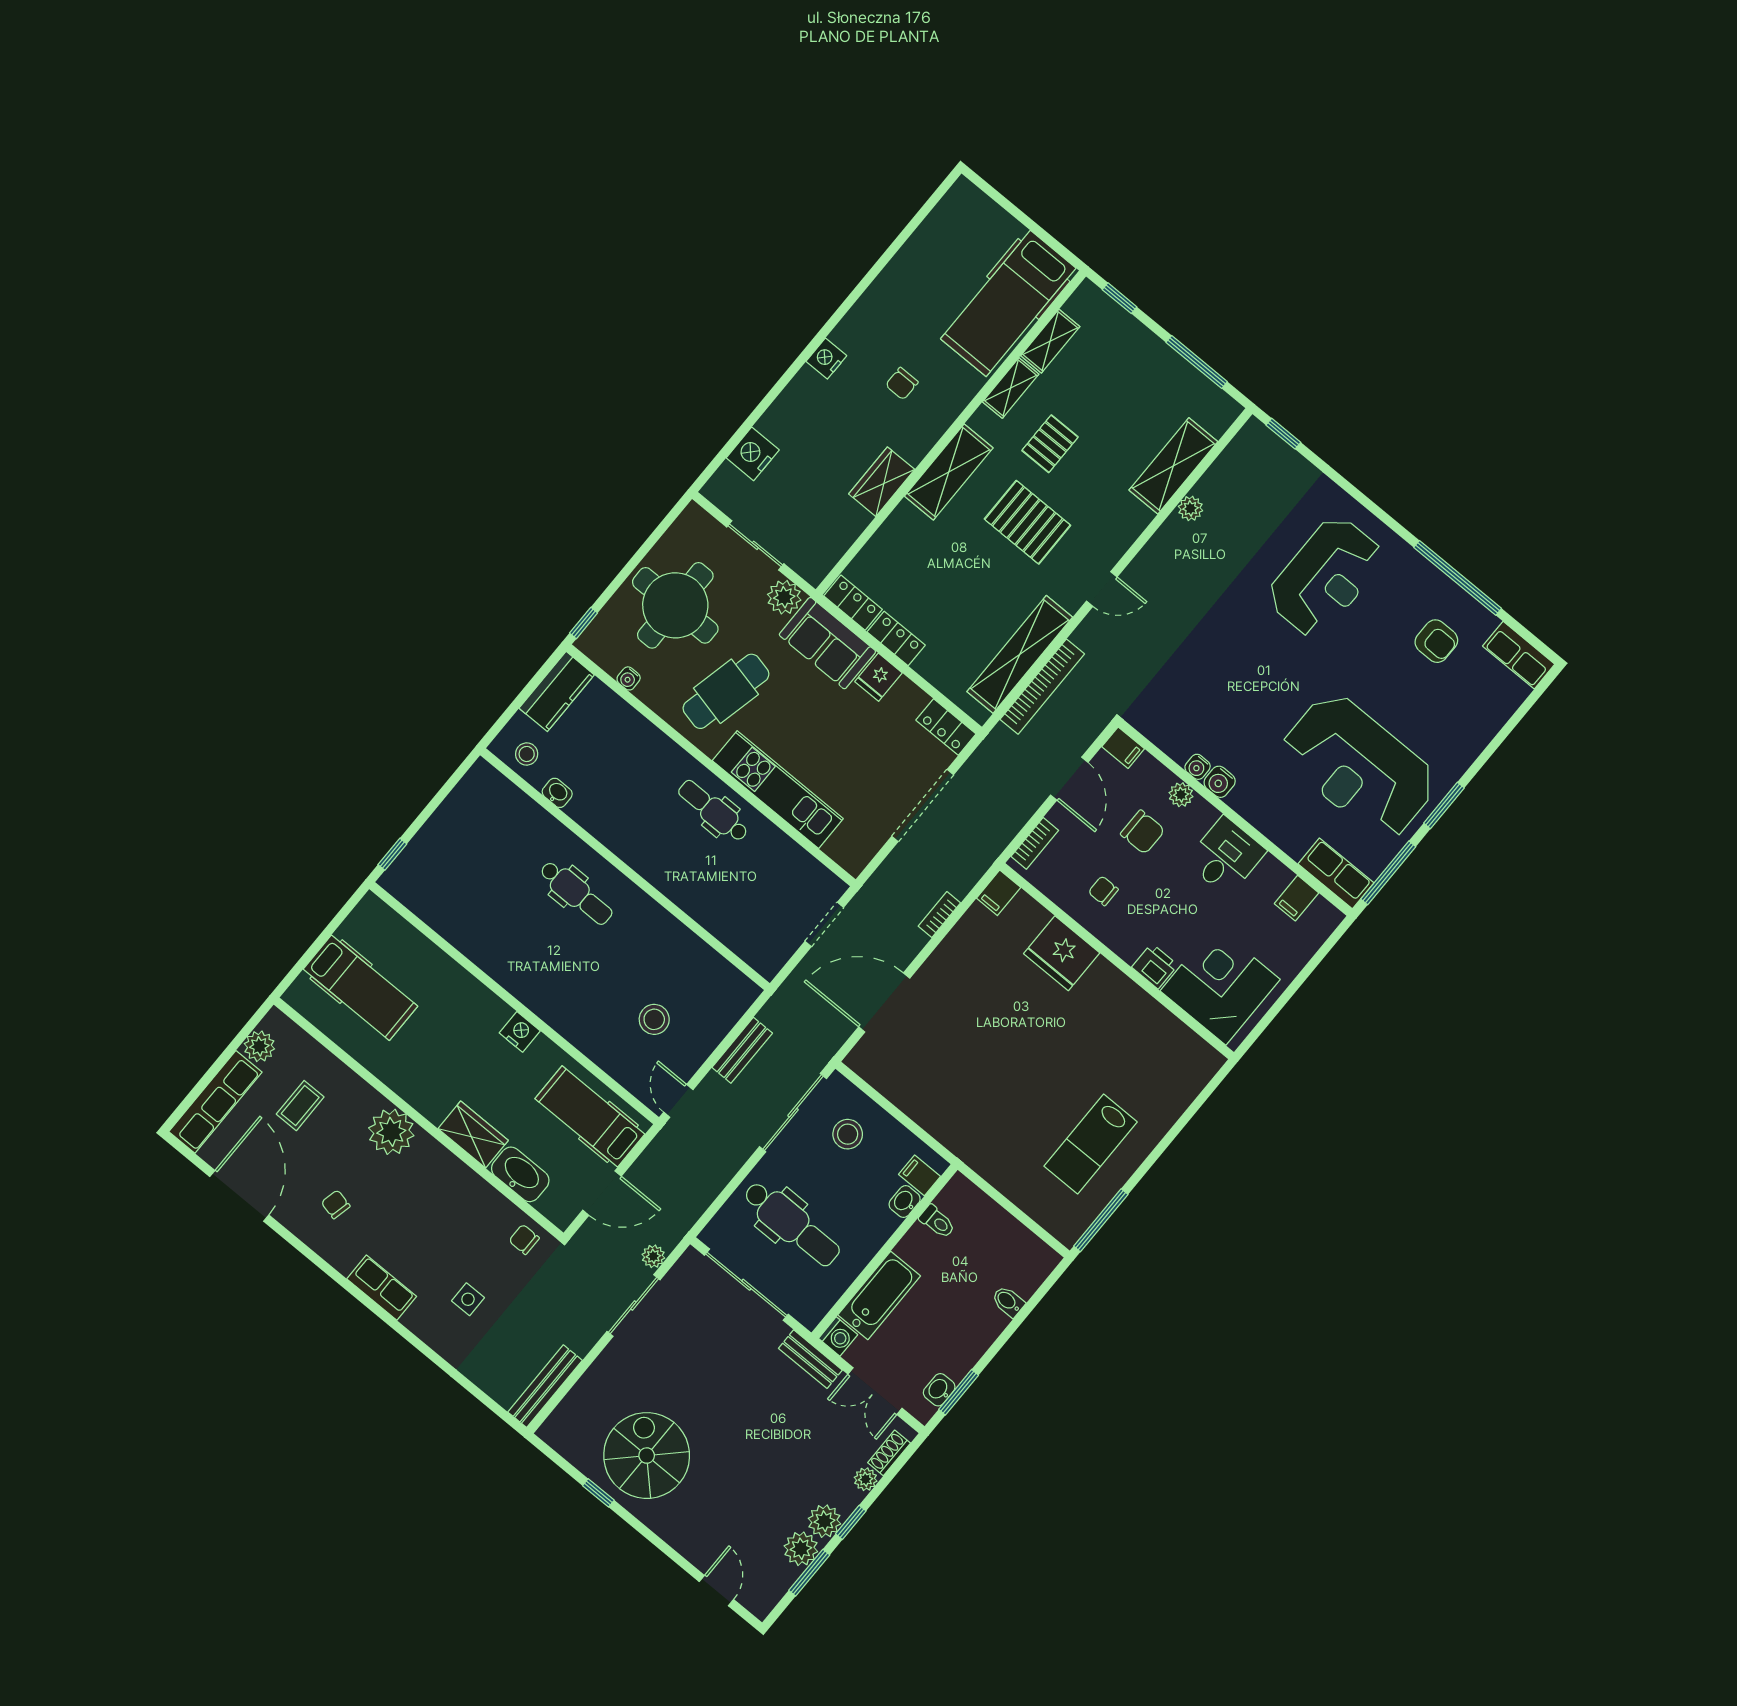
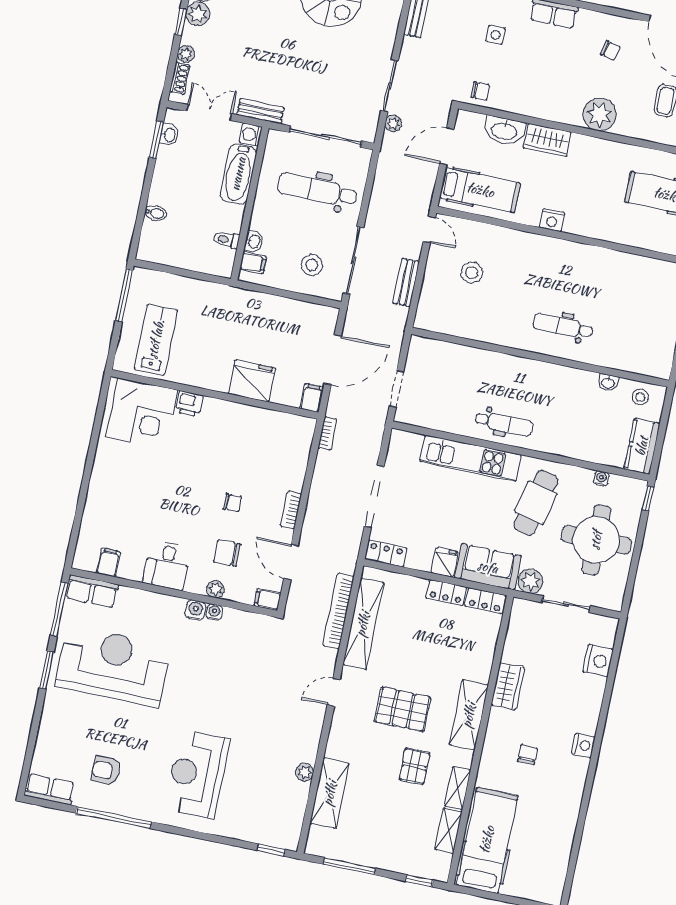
filing cabinet: (999, 893) -> (312, 398), moved
fridge: (1062, 953) -> (252, 381), moved
wall: (1117, 961) -> (215, 394), moved
printer: (1155, 966) -> (189, 404), moved
corner desk: (1220, 985) -> (142, 414), moved

